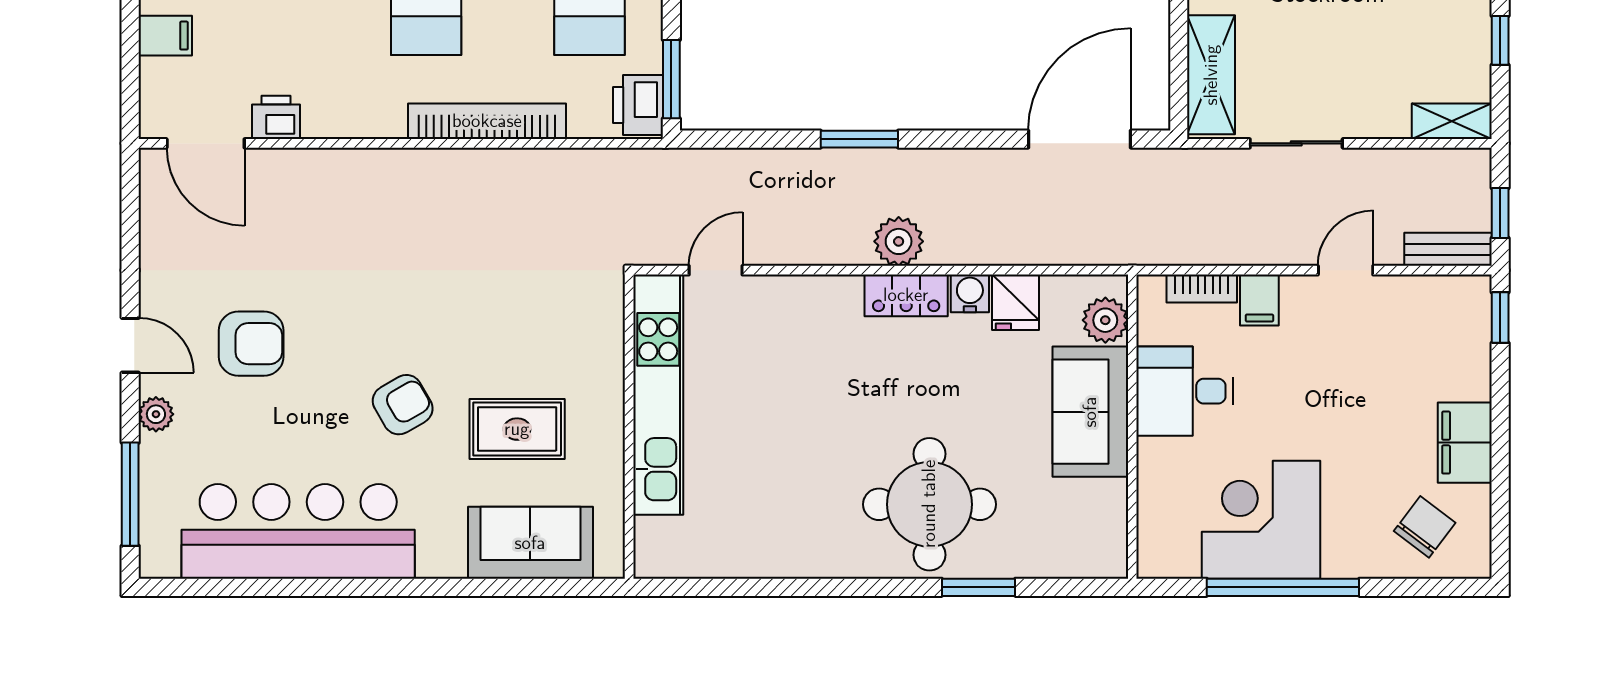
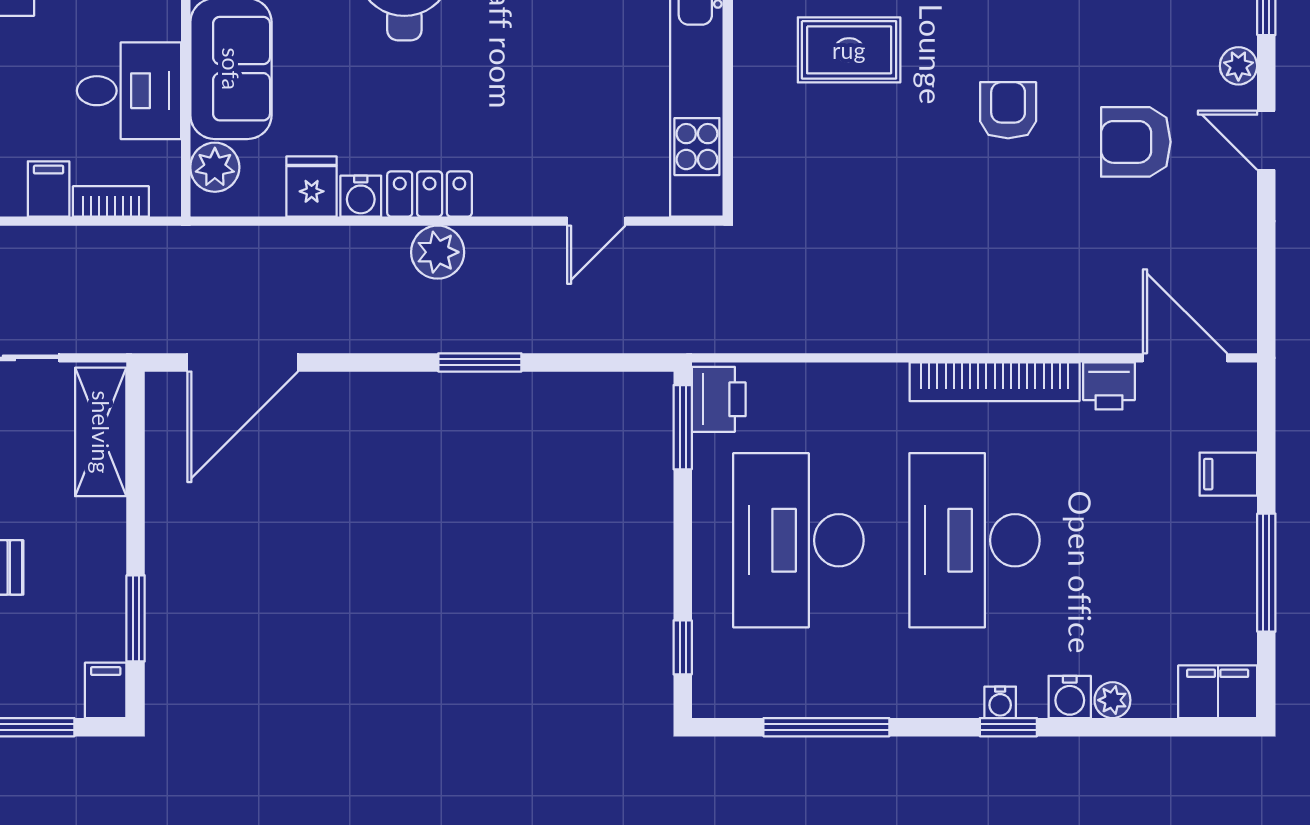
bookcase: (487, 121) -> (995, 382), moved
door: (716, 270) -> (596, 221), moved
armchair: (403, 405) -> (1008, 110), moved, turned 120

